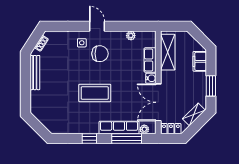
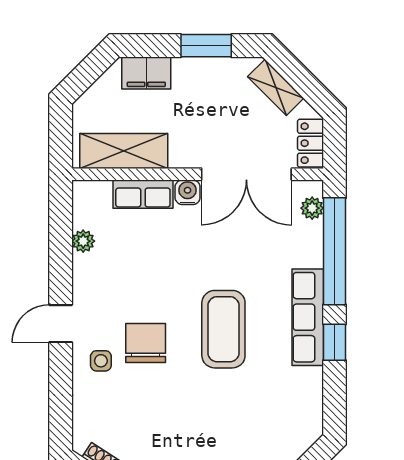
chair: (100, 54) -> (146, 343), moved
row of seats: (119, 128) -> (308, 317), moved
window: (127, 138) -> (335, 251), width x1.46

